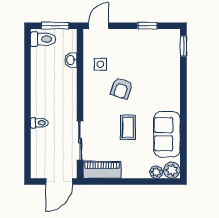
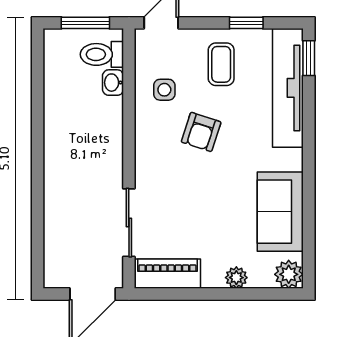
toilet: (43, 39) -> (102, 54), moved, turned 180
tv unit: (171, 63) -> (288, 88), added
toilet: (39, 123) -> (58, 192), removed
coffee table: (128, 127) -> (221, 64), moved
plant: (156, 172) -> (236, 278), moved

